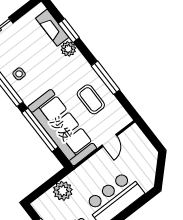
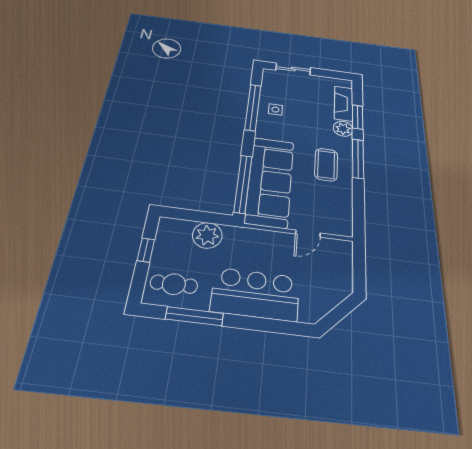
window: (106, 78) -> (358, 159), moved
coffee table: (91, 99) -> (326, 165), moved
window: (40, 130) -> (243, 184), moved

